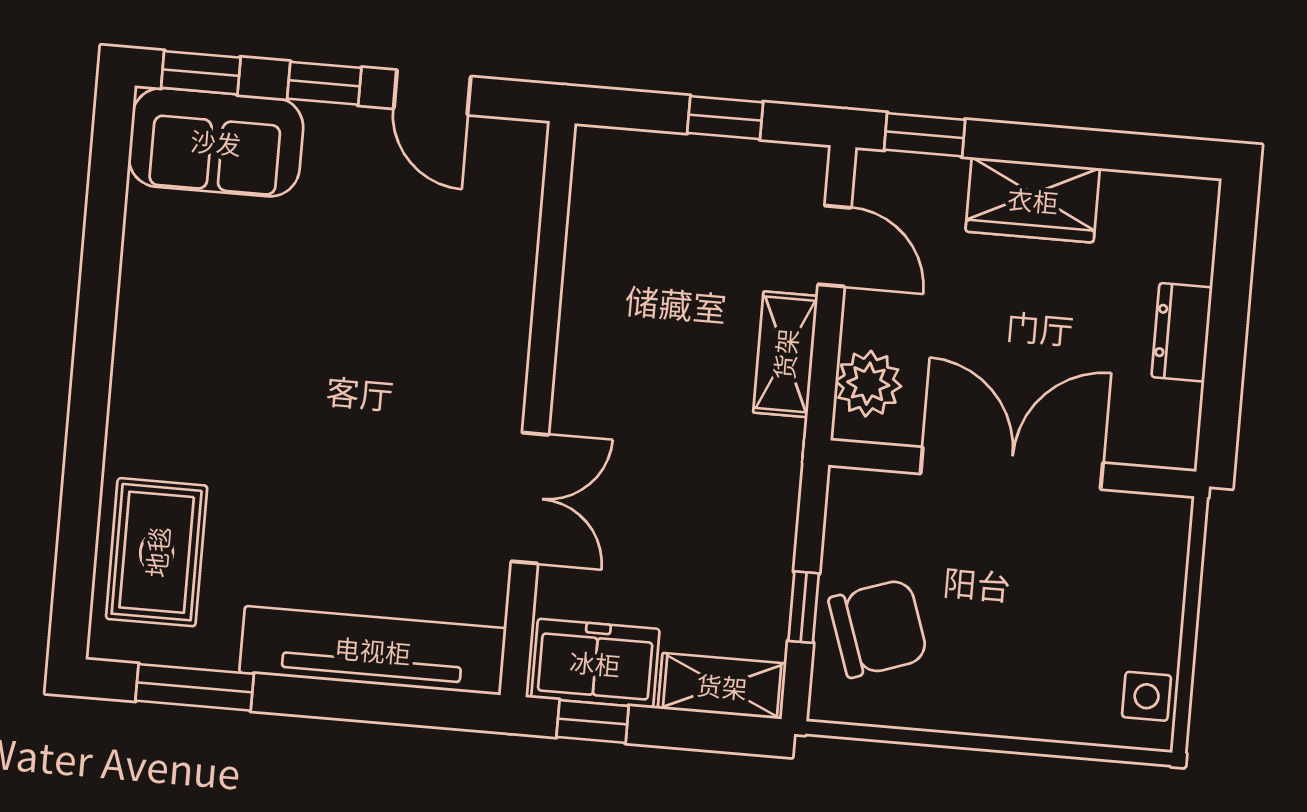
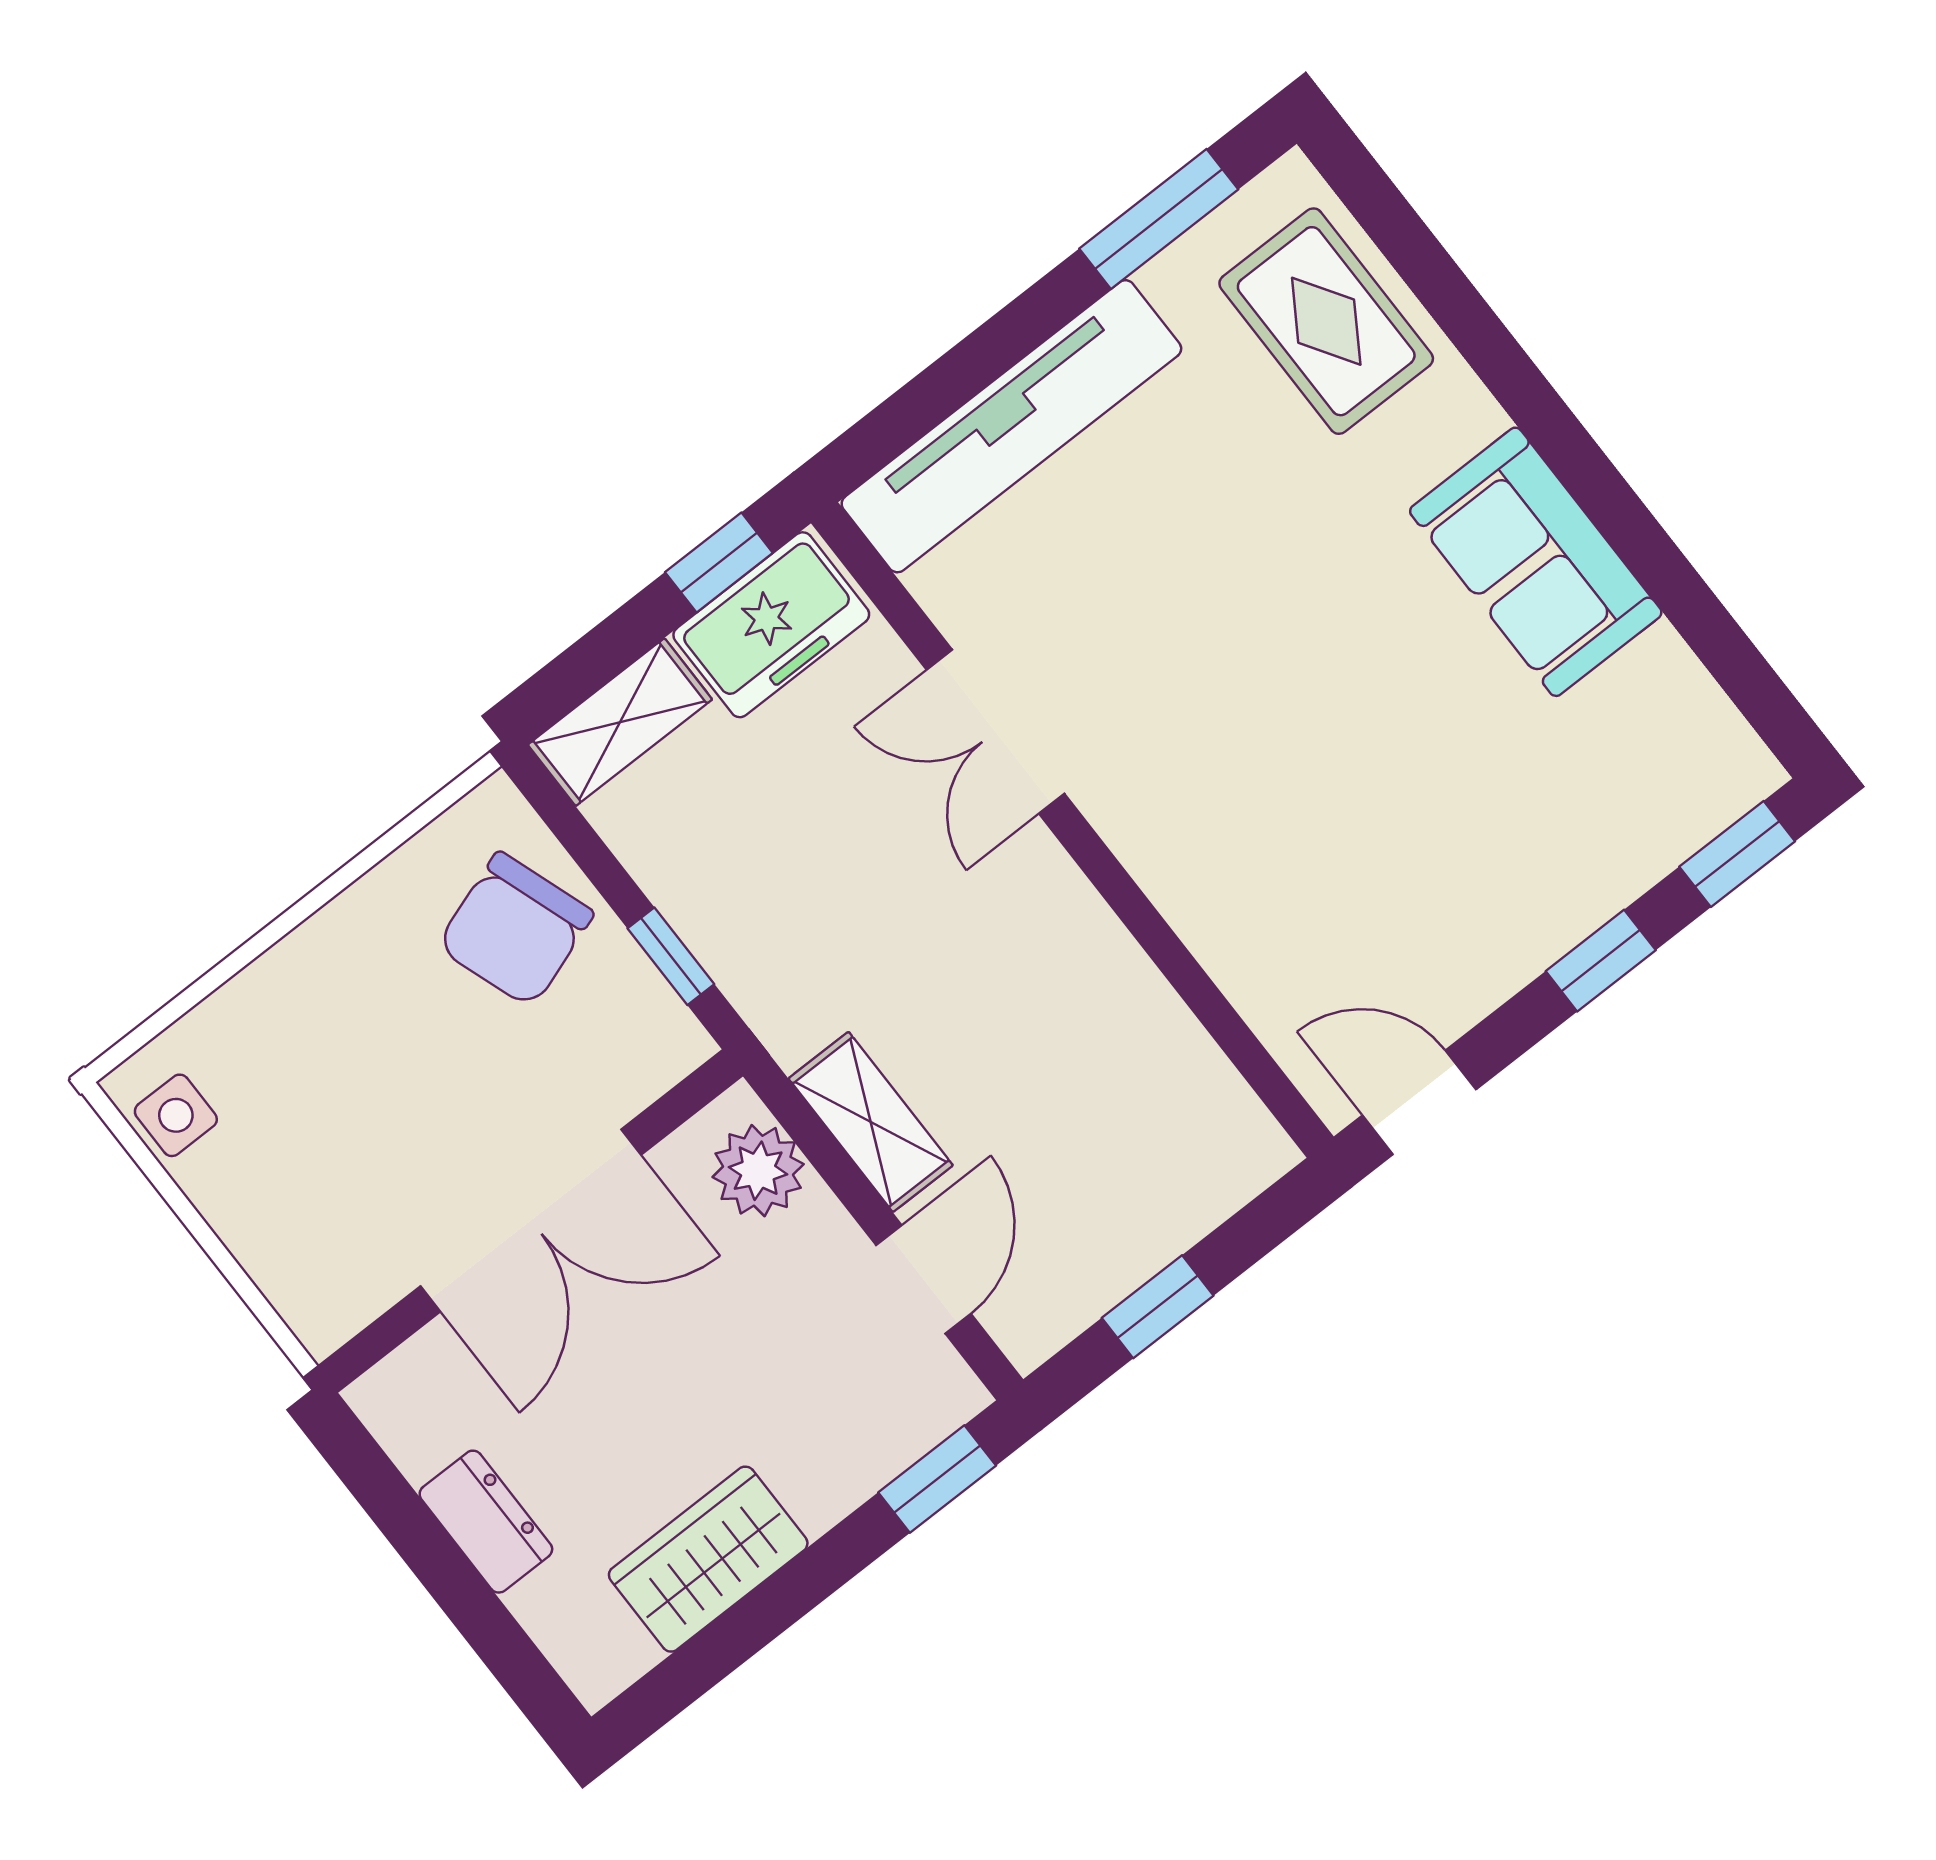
door: (432, 93) -> (1419, 1102), moved
sofa: (216, 142) -> (1536, 562), moved, turned -90
wardrobe: (1033, 200) -> (708, 1559), moved
door: (835, 246) -> (923, 1279), swing flipped
window: (804, 607) -> (671, 956), moved

